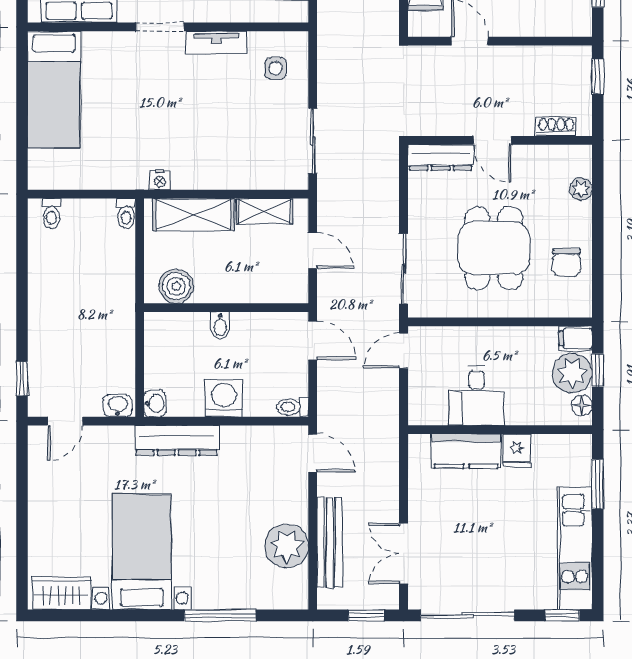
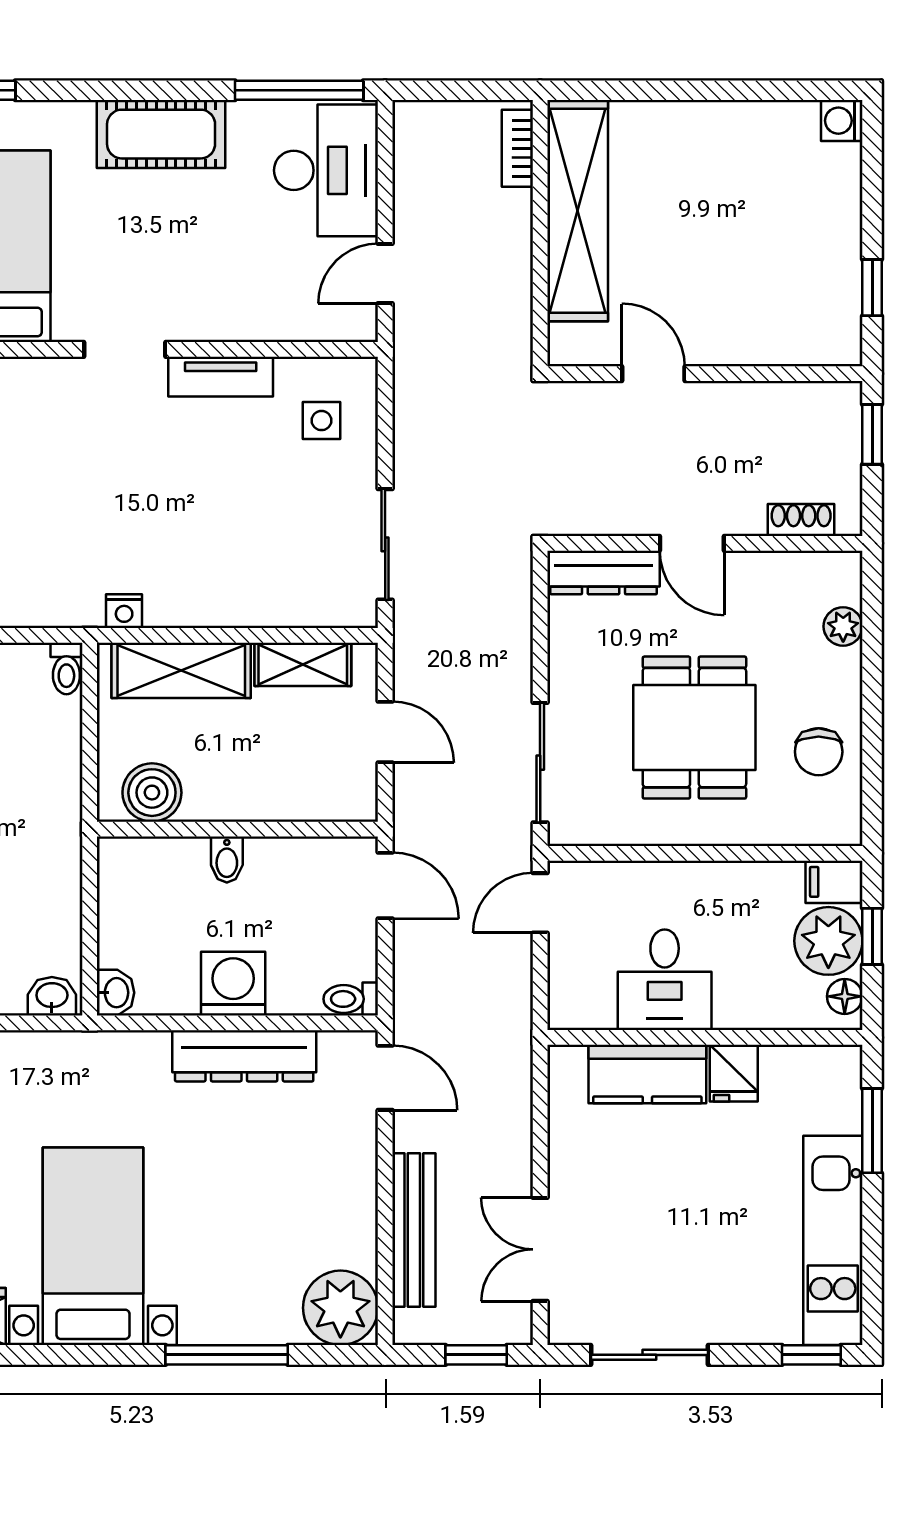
dresser: (177, 440) -> (244, 1056), moved
plant: (287, 546) -> (340, 1308), moved
sliding door: (467, 615) -> (649, 1355), width x0.73

